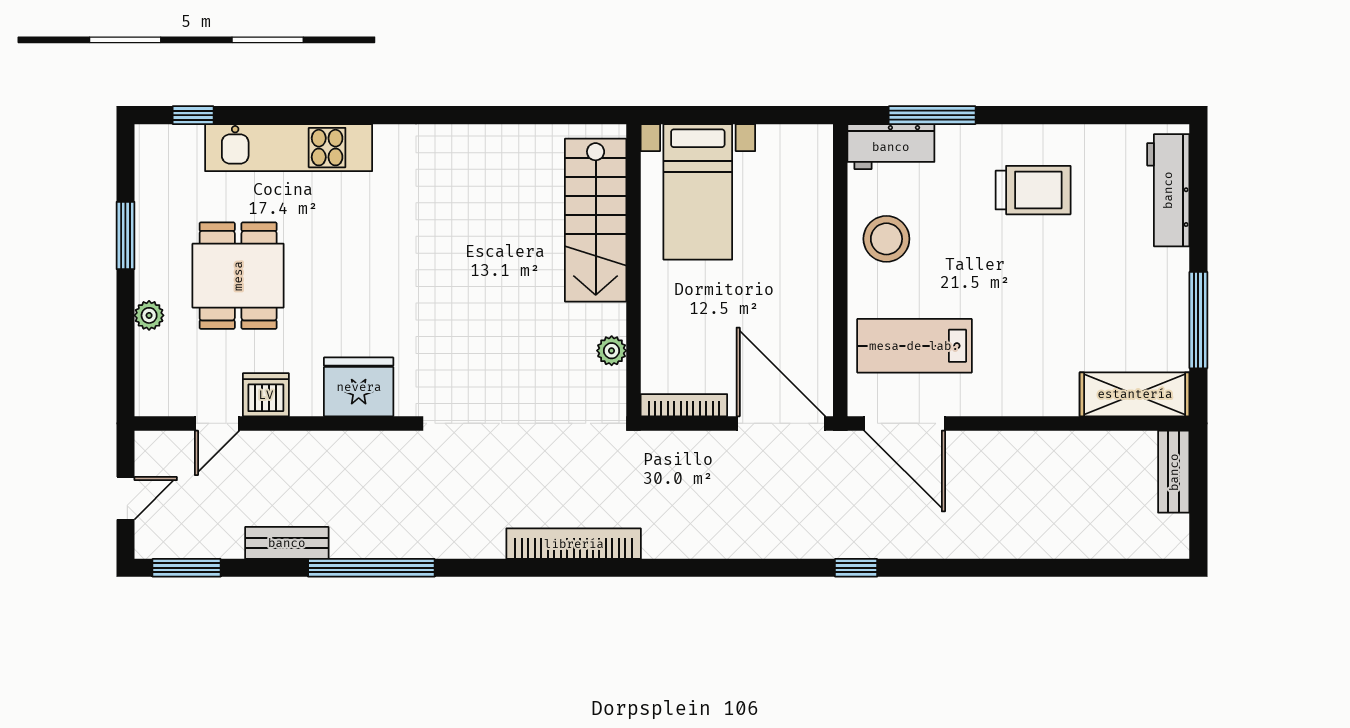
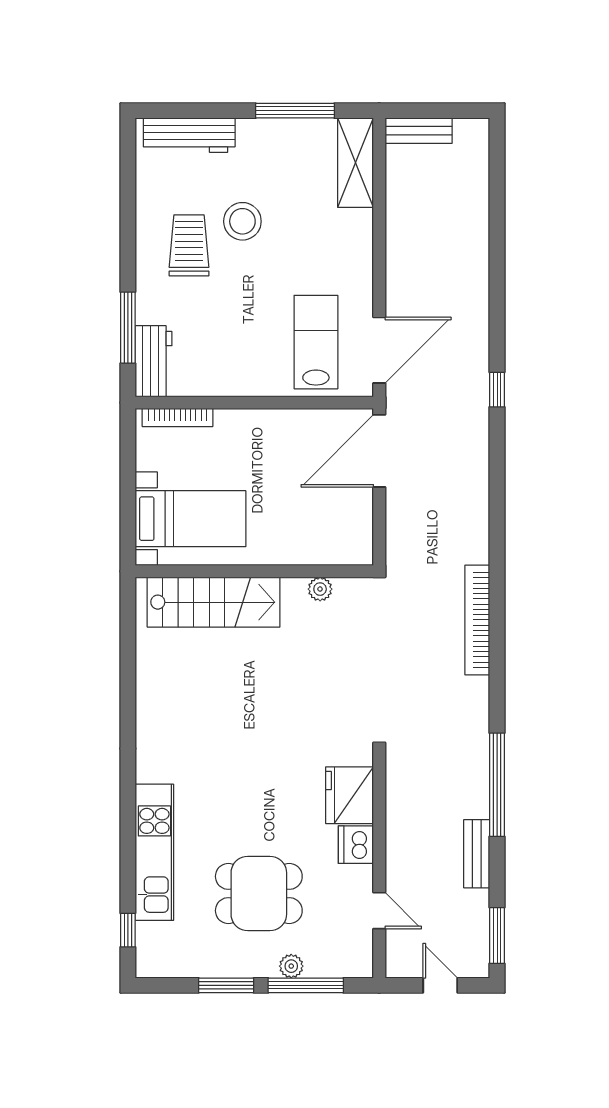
stool: (886, 239) -> (242, 221), moved
window: (125, 333) -> (306, 985), added
lab bench: (914, 346) -> (316, 342), turned 180
dishwasher: (266, 395) -> (356, 845), moved
bookcase: (684, 405) -> (178, 418), moved, turned -90

